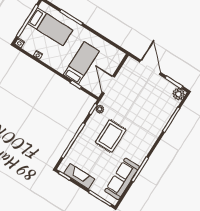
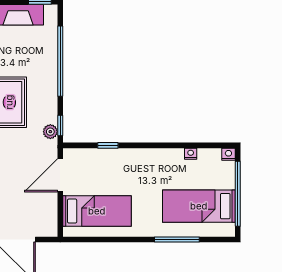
bed: (81, 63) -> (97, 211), moved, turned -90
door: (108, 85) -> (60, 175), swing flipped

